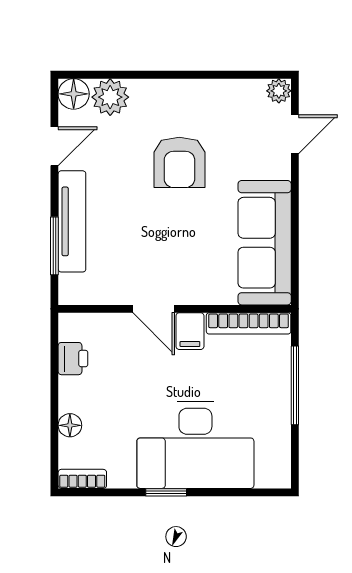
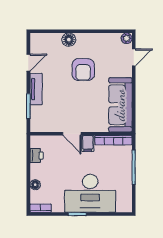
floor lamp: (74, 94) -> (69, 40), moved
plant: (110, 97) -> (53, 41), removed
tv unit: (72, 221) -> (36, 89), width x0.71

